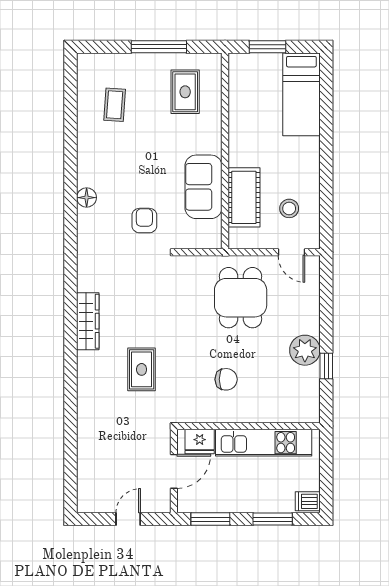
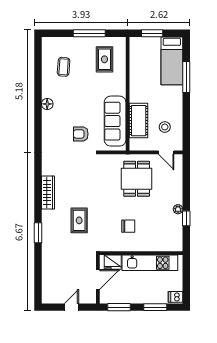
window: (326, 122) -> (186, 77), added
sofa: (203, 187) -> (115, 121), width x1.36
floor lamp: (87, 198) -> (47, 104), moved
armchair: (144, 221) -> (81, 134), turned -90
plant: (305, 350) -> (178, 209), width x0.53, depth x0.53
window: (71, 391) -> (38, 233), added

